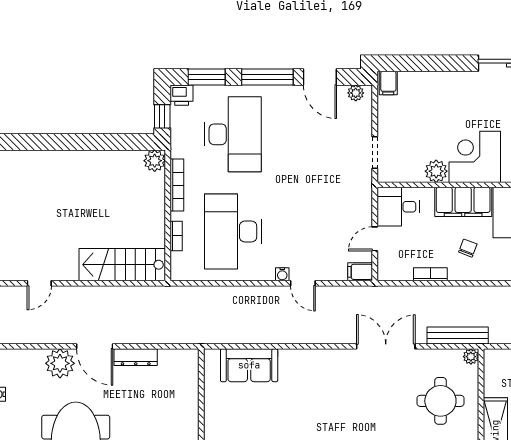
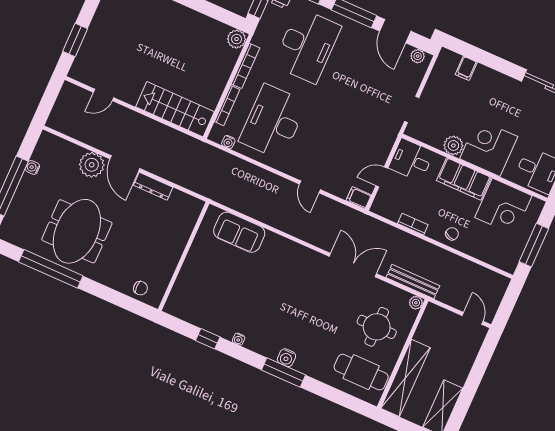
filing cabinet: (388, 83) -> (466, 68), moved
bookcase: (176, 236) -> (227, 106), width x1.56
chair: (468, 248) -> (452, 234), moved
water cooler: (282, 274) -> (228, 142), moved

